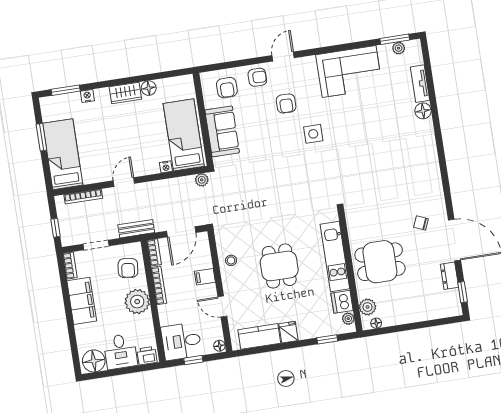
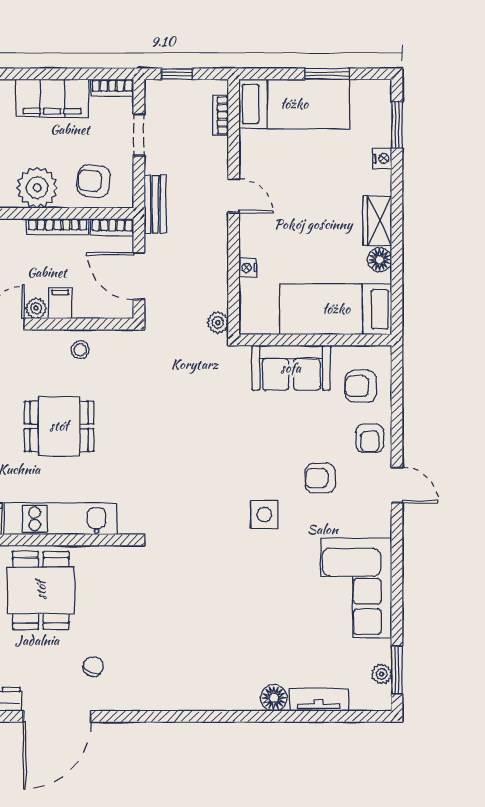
bed: (184, 135) -> (336, 309), moved, turned 180
bookcase: (83, 197) -> (221, 115), width x0.64
plant: (210, 291) -> (36, 308), added

